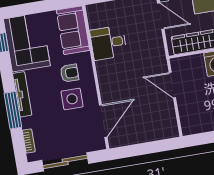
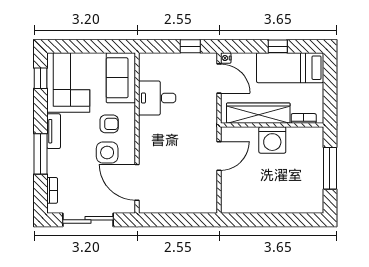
door: (172, 85) -> (219, 156), swing flipped
tv unit: (22, 94) -> (54, 131), width x0.71
door: (103, 121) -> (137, 182), swing flipped

